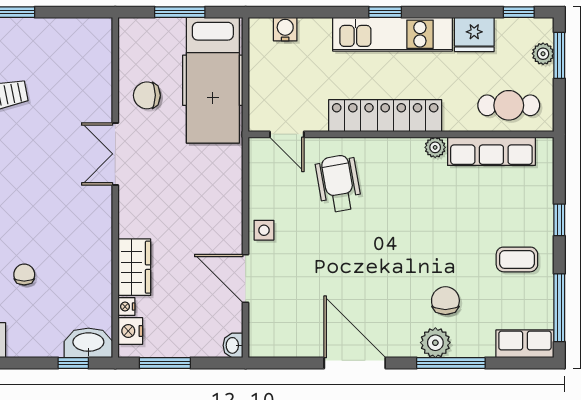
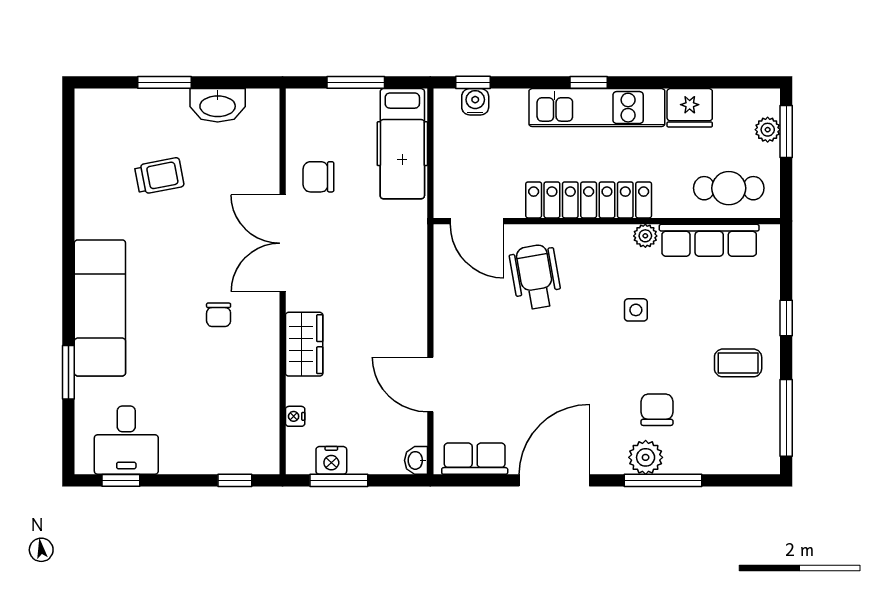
window: (519, 12) -> (473, 82), moved
hospital bed: (213, 80) -> (402, 144), width x0.73, depth x0.78
door: (287, 134) -> (477, 221), width x1.38
double door: (115, 154) -> (283, 243), width x1.37
side table: (264, 230) -> (636, 310), moved
wardrobe: (134, 267) -> (304, 344), moved
chair: (24, 275) -> (219, 315), moved, turned 180
nightstand: (130, 331) -> (331, 460), moved, turned -90
washbasin: (88, 343) -> (218, 105), moved, turned 180
row of seats: (525, 344) -> (475, 459), moved
door: (355, 363) -> (554, 480), hinge flipped

